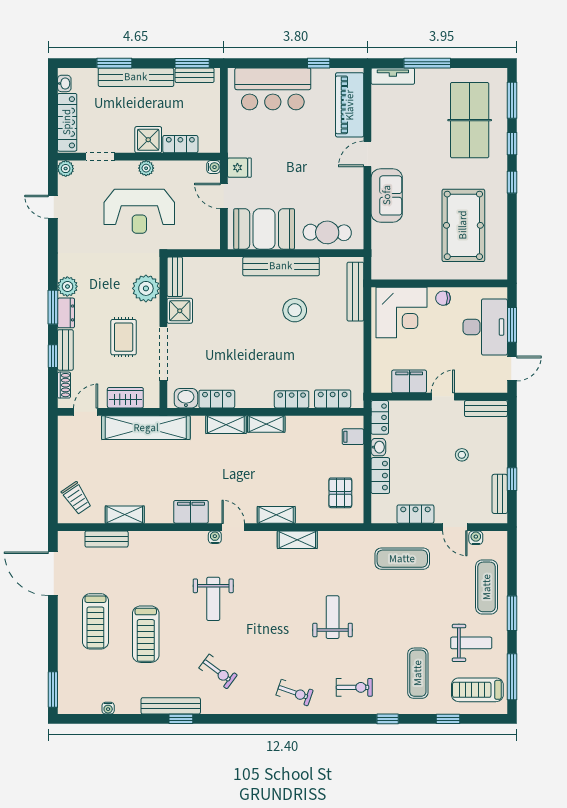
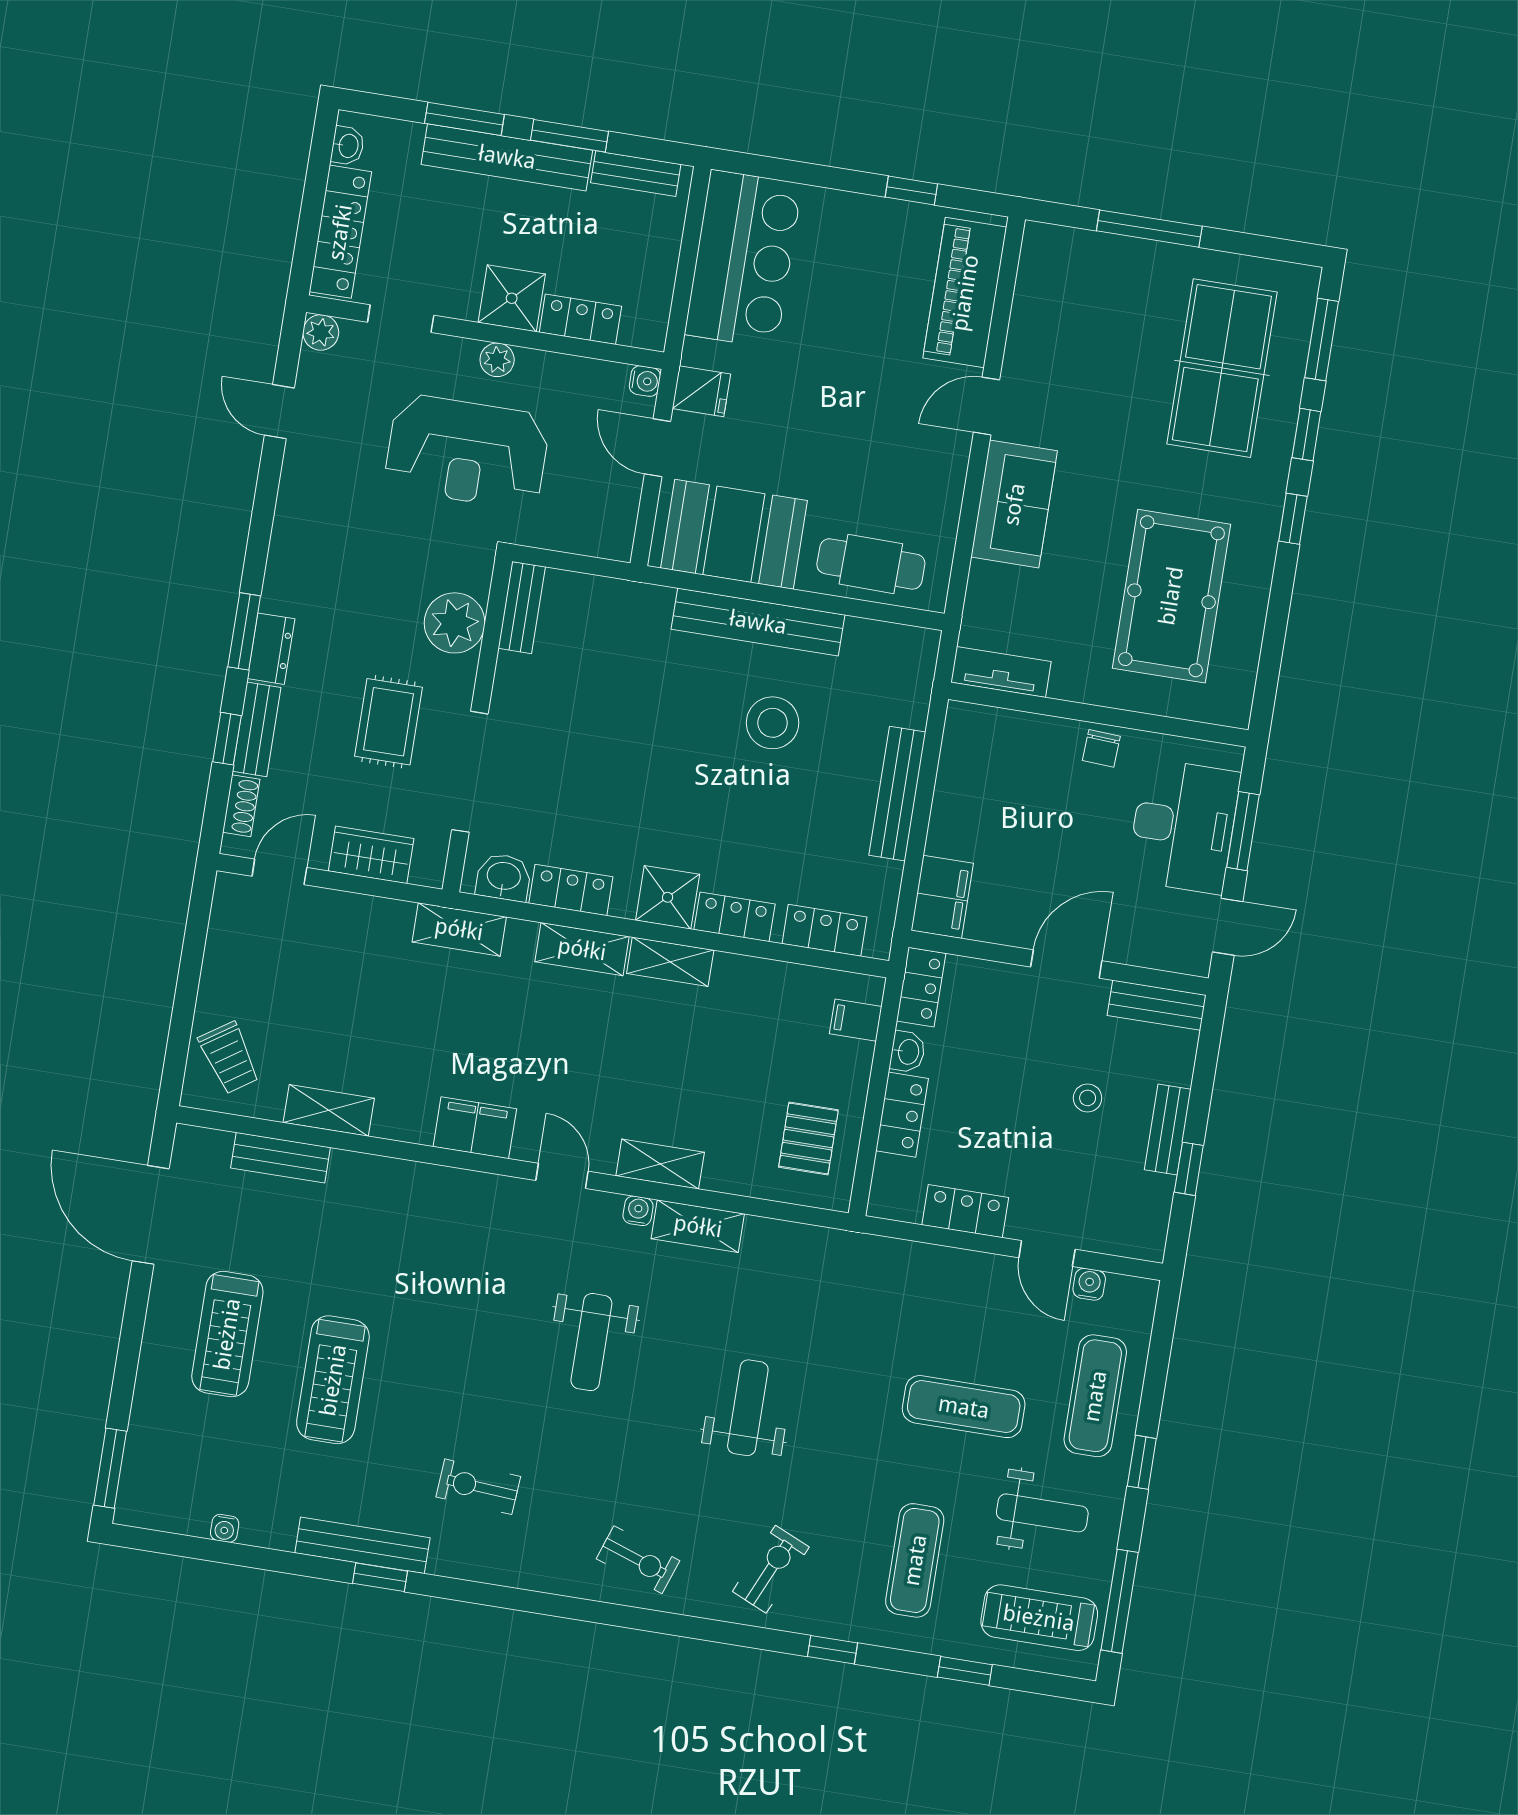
window: (192, 63) -> (570, 136), moved
tv unit: (393, 76) -> (1001, 672), moved, turned 180
bar counter: (273, 89) -> (743, 259), moved, turned -90
plant: (67, 286) -> (284, 591), removed
bench: (355, 292) -> (897, 794), moved
chair: (443, 298) -> (1101, 748), turned -87
shower: (180, 311) -> (668, 897), moved
corner desk: (401, 312) -> (1005, 765), removed
filing cabinet: (409, 381) -> (942, 897), moved, turned 90
door: (443, 397) -> (1066, 964), width x1.38
shelving: (146, 428) -> (459, 929), width x0.45, depth x0.75
bench: (500, 494) -> (1168, 1129), moved
water cooler: (215, 537) -> (638, 1211), moved
exercise mat: (402, 559) -> (964, 1407), moved
weight bench: (213, 599) -> (591, 1342), moved
window: (512, 613) -> (1142, 1462), width x0.67
exercise bike: (218, 672) -> (478, 1487), turned 147
exercise bike: (354, 687) -> (771, 1569), turned -66

